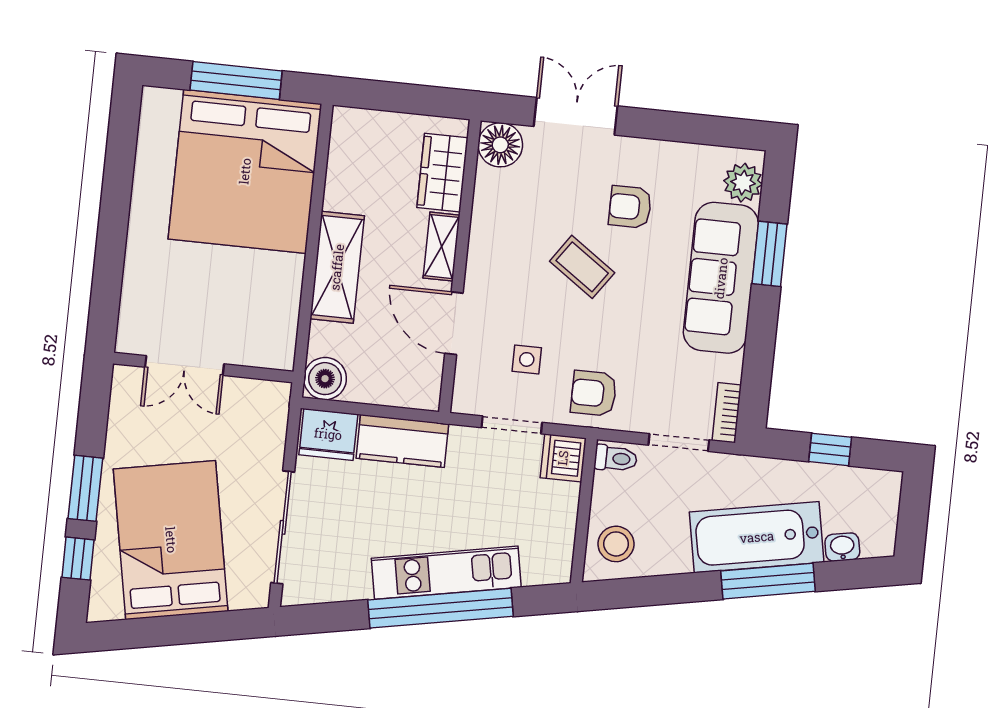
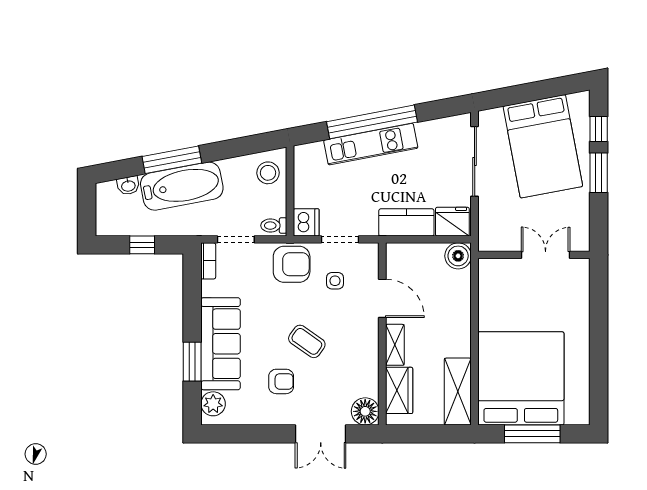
shelving: (337, 267) -> (458, 392), moved
armchair: (594, 393) -> (292, 264), width x1.38, depth x1.38

